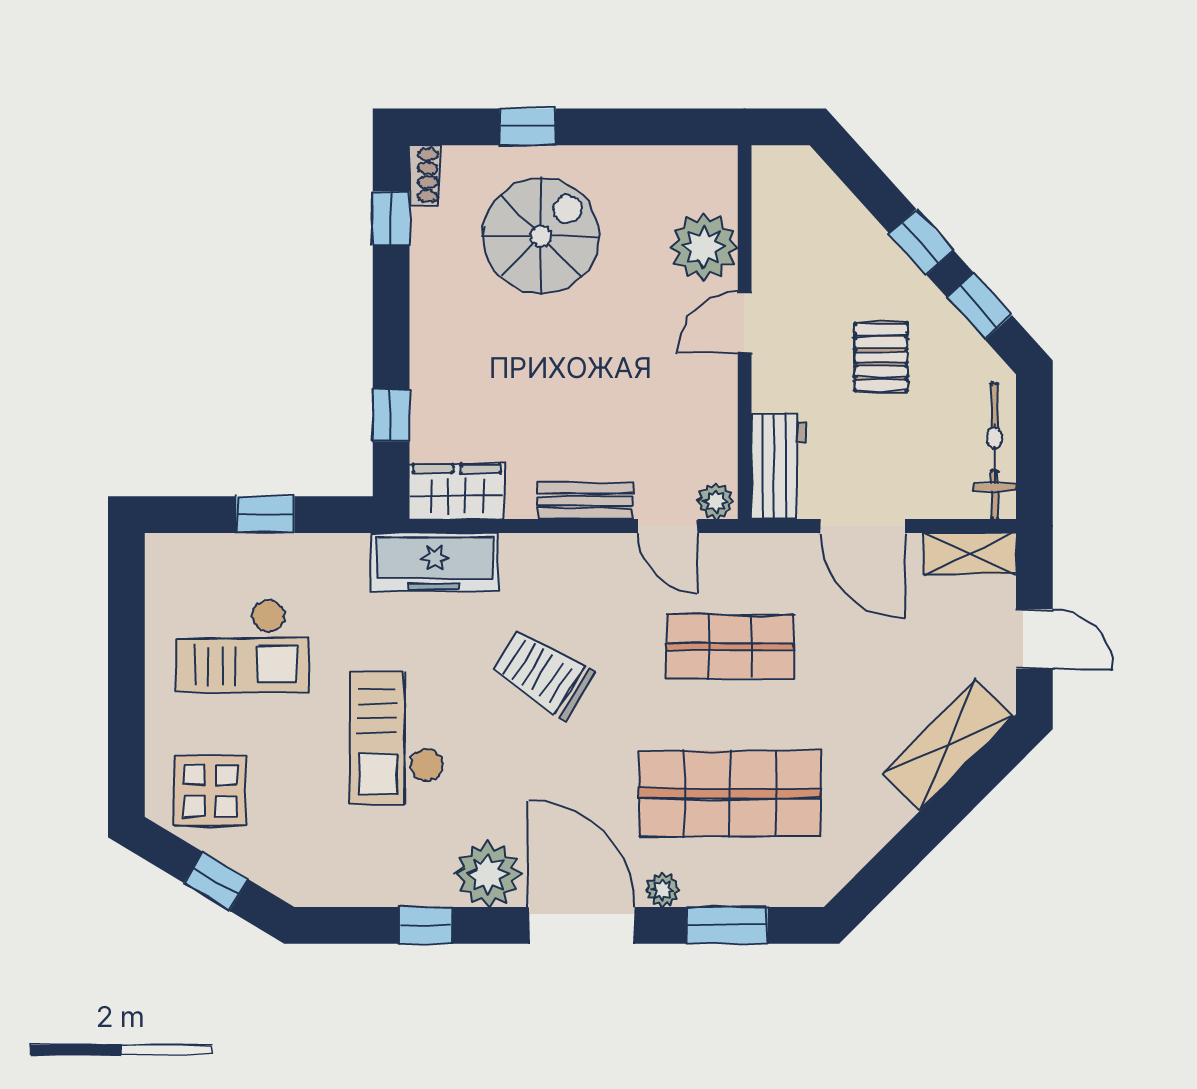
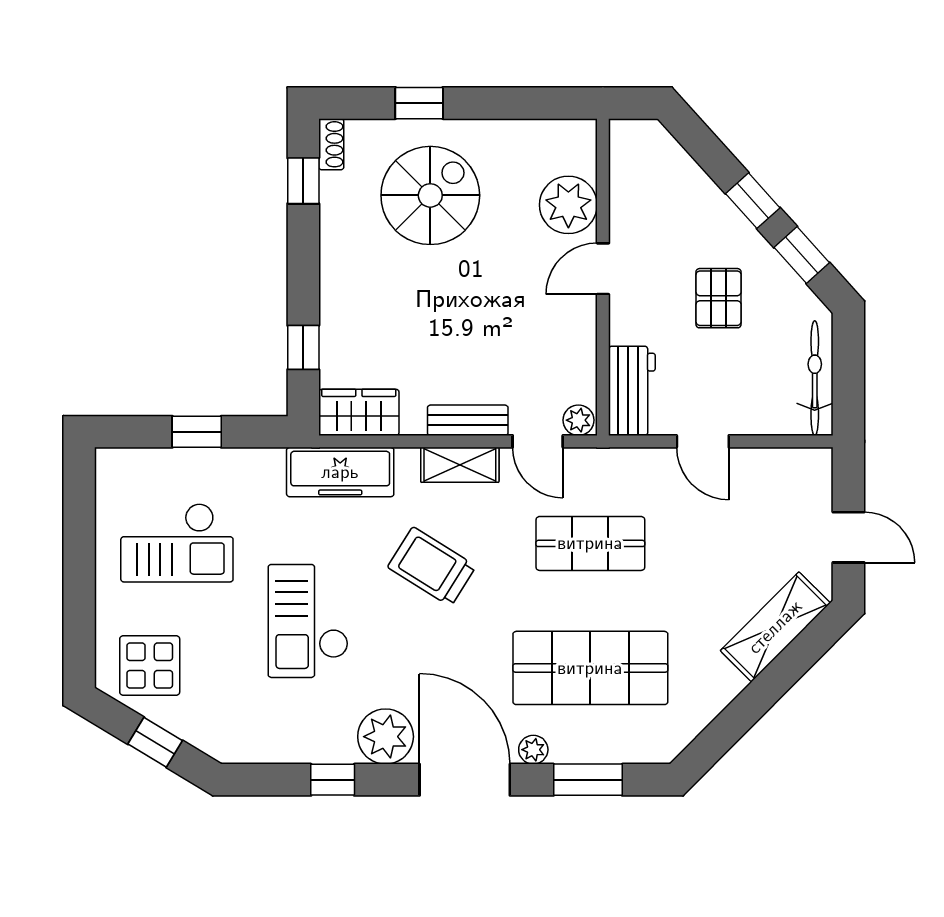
door: (862, 526) -> (703, 441), width x0.73
shelving: (970, 554) -> (460, 465), moved

